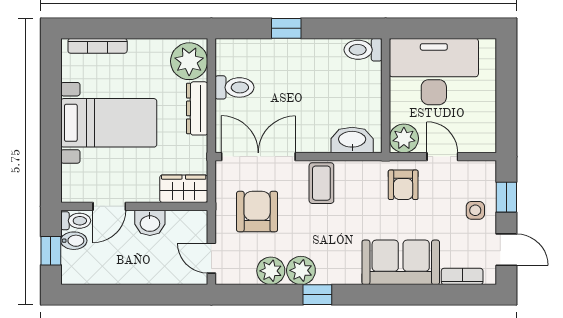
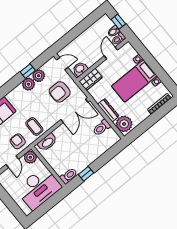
window: (286, 28) -> (86, 174), moved
door: (442, 157) -> (12, 162), hinge flipped
coffee table: (321, 183) -> (34, 127), moved
armchair: (257, 212) -> (60, 92), turned 90
washbasin: (150, 223) -> (80, 69), moved
window: (317, 295) -> (28, 71), moved

